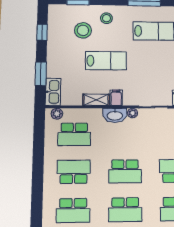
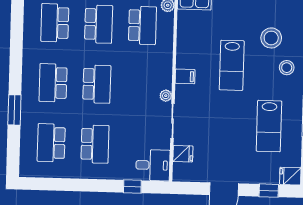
shelving: (96, 100) -> (183, 52), removed
washbasin: (115, 115) -> (164, 74), removed
school desk: (74, 134) -> (142, 25), turned 180
school desk: (125, 171) -> (97, 84), turned 180

